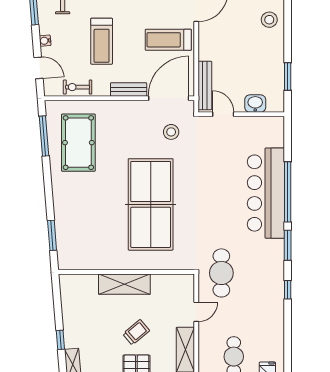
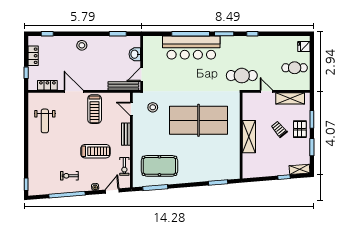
door: (169, 98) -> (131, 109), width x0.53

